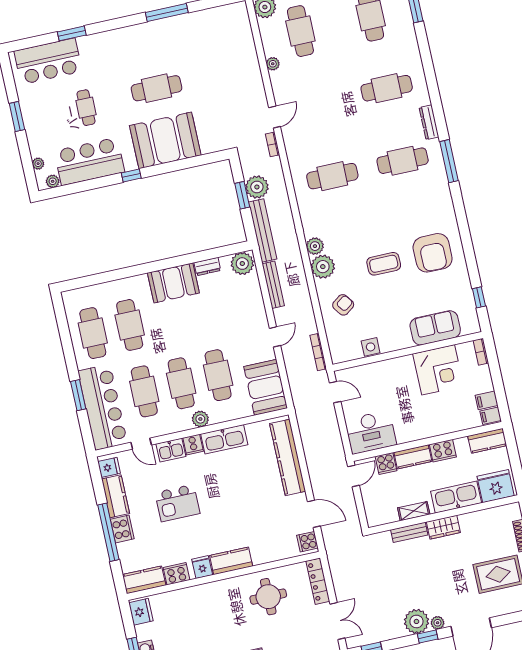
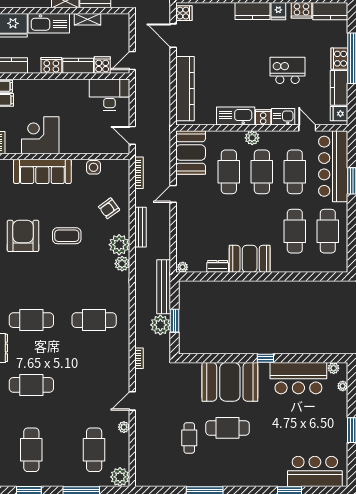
cafe table: (86, 108) -> (189, 438), moved
door: (275, 117) -> (132, 401), moved
plant: (242, 264) -> (183, 267), width x0.53, depth x0.53
bench: (273, 285) -> (141, 227), moved
sofa: (435, 328) -> (42, 171), width x1.36

